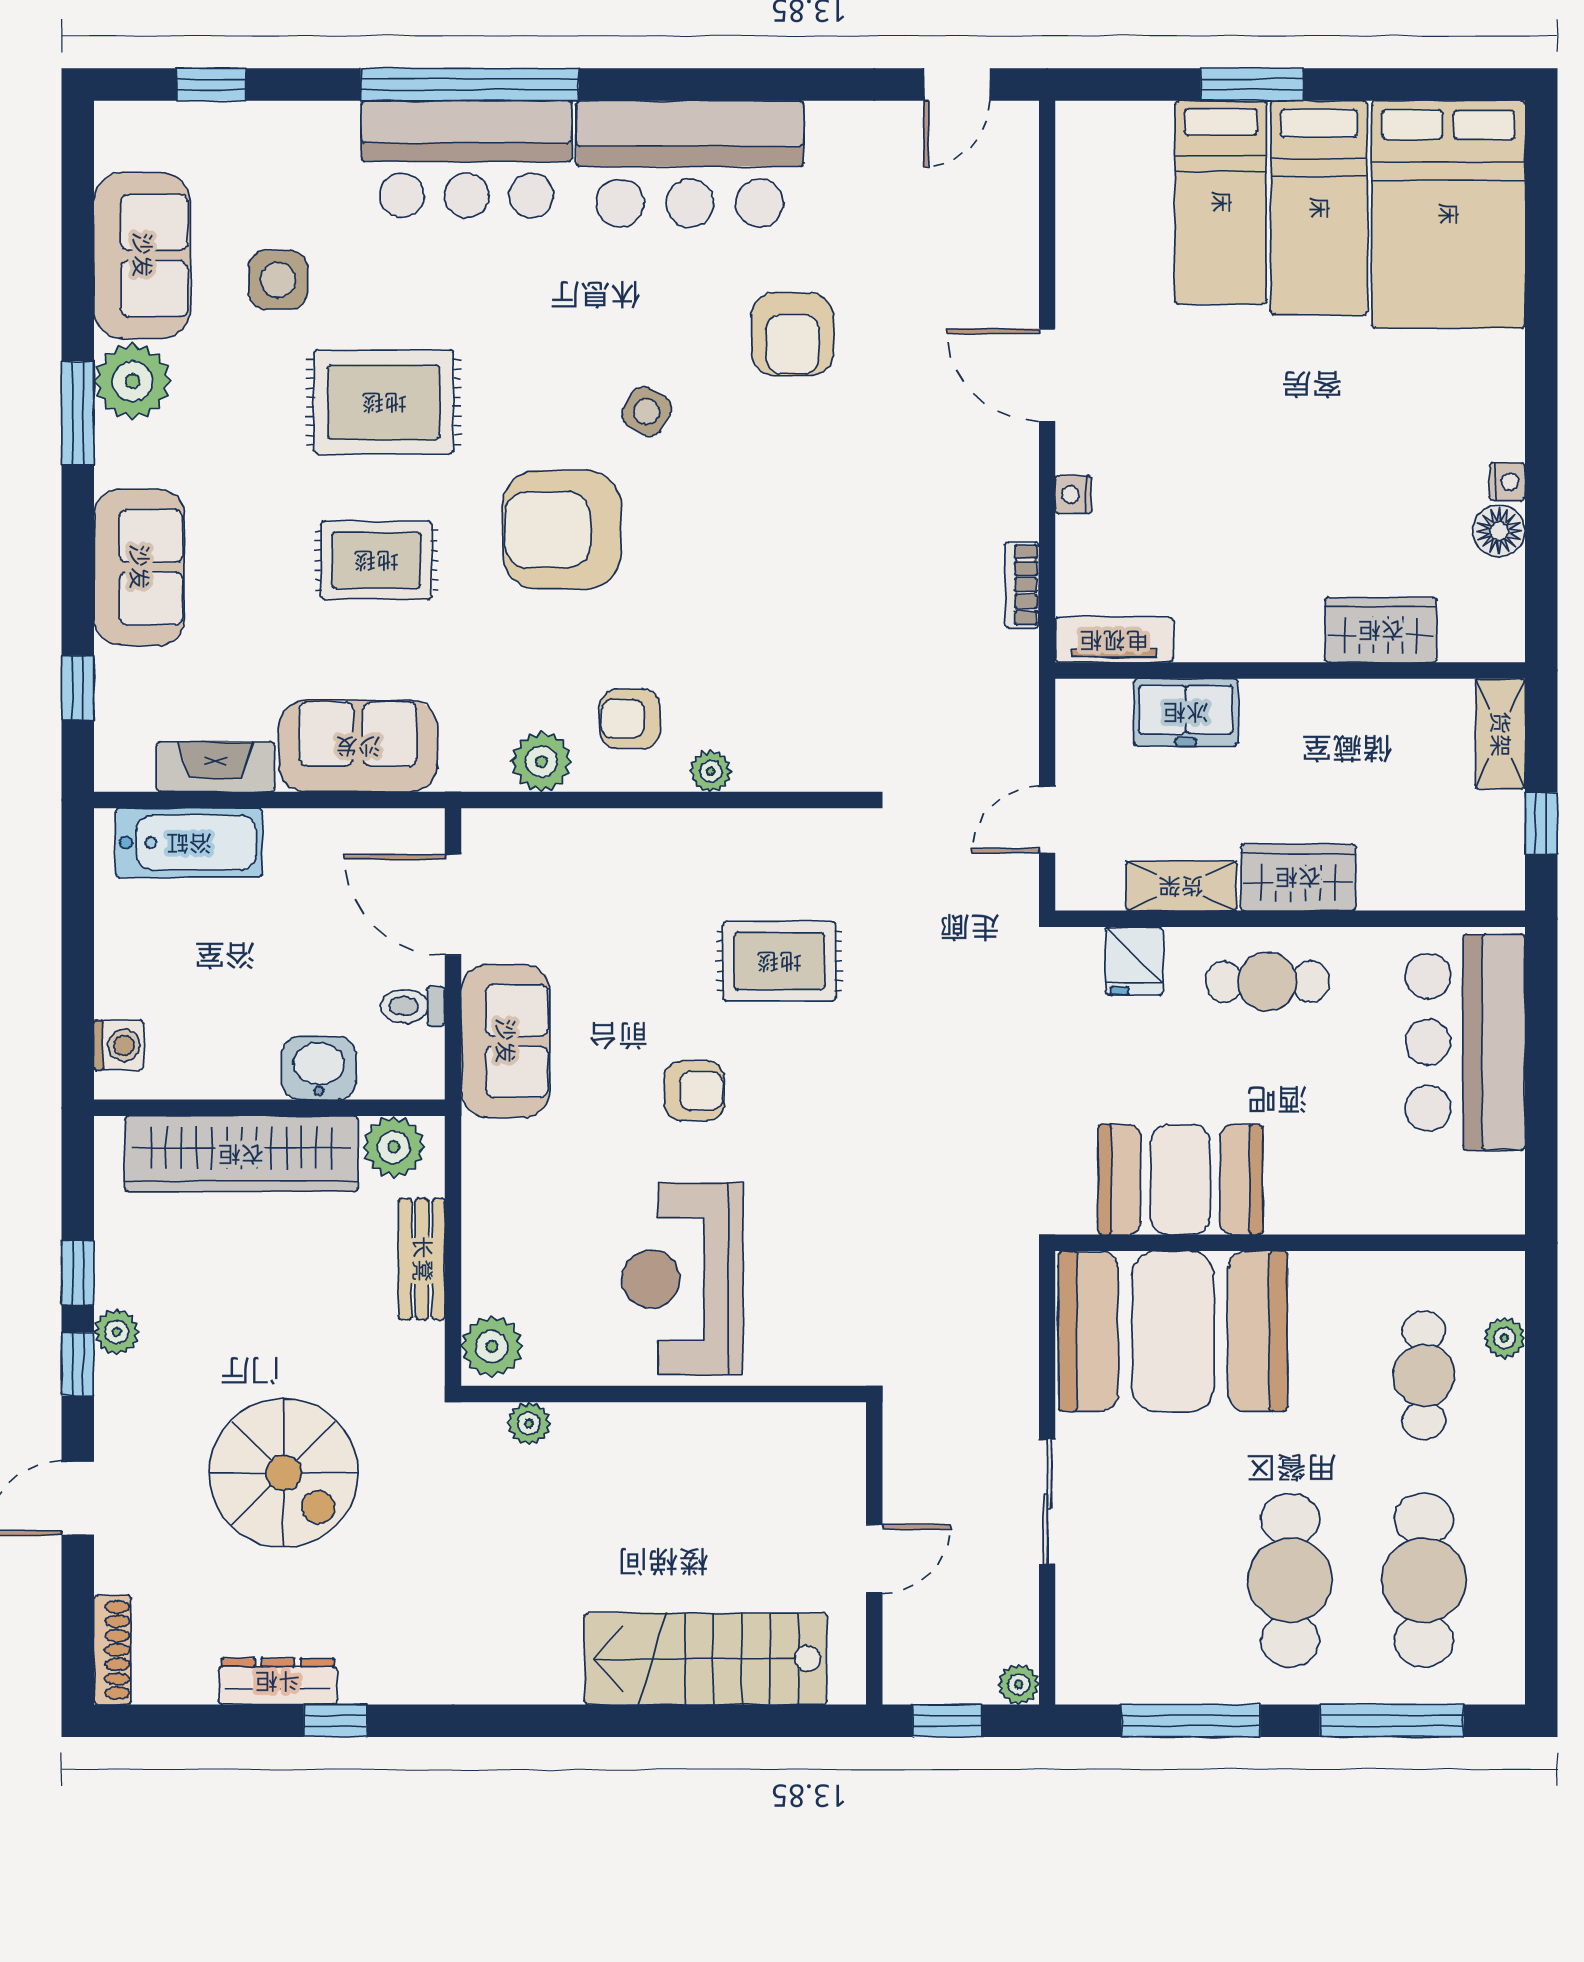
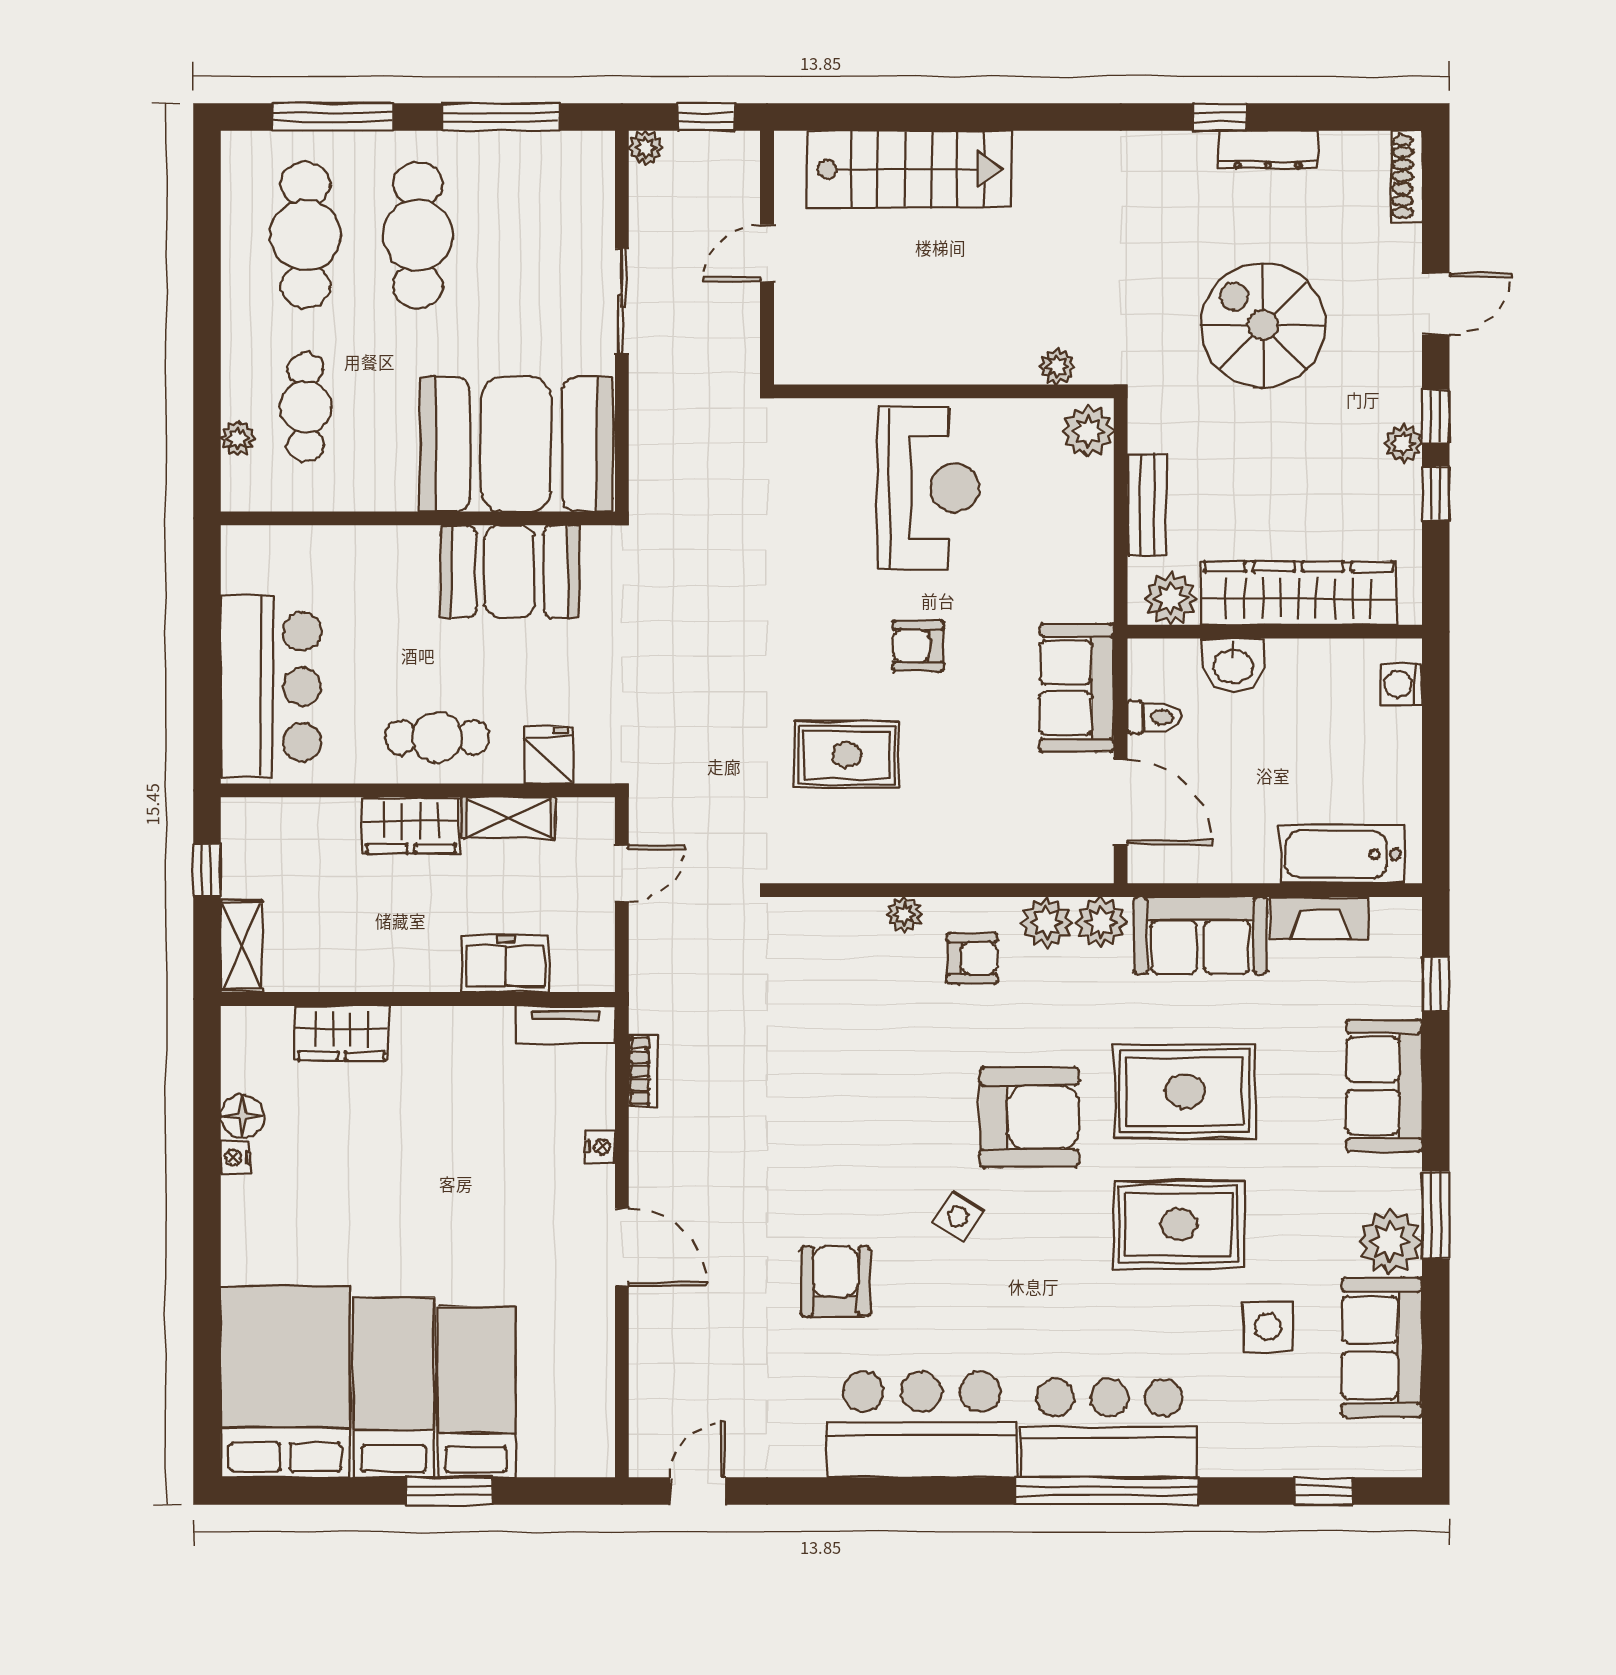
rug: (376, 560) -> (1185, 1092), width x1.36, depth x1.43
plant: (477, 762) -> (1101, 922), added

